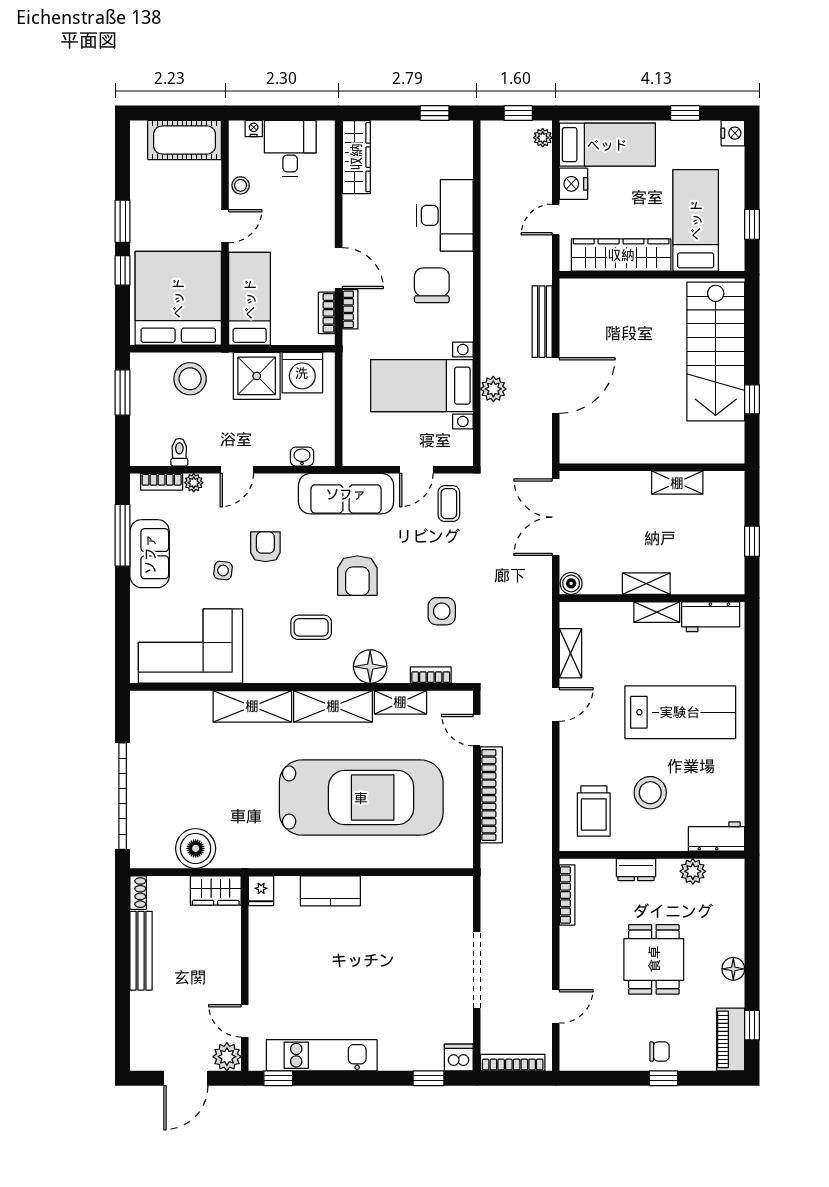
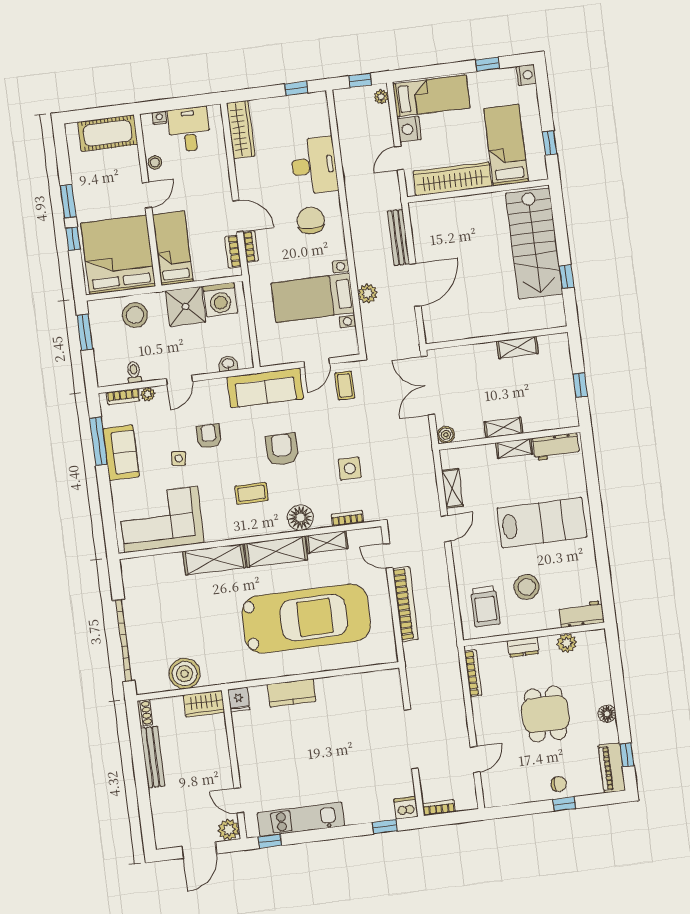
armchair: (357, 576) -> (282, 449), turned 180
bookcase: (513, 1063) -> (439, 808), width x0.64

